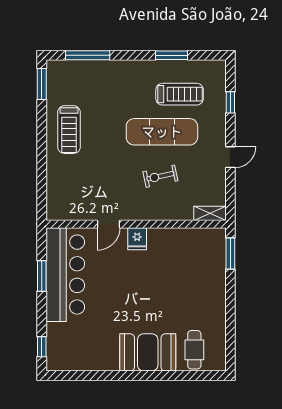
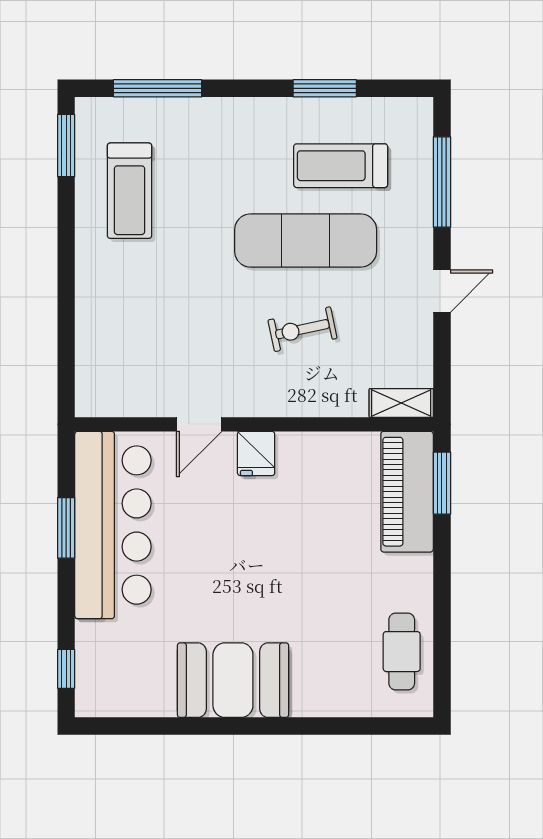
treadmill: (180, 94) -> (341, 166), turned 180
window: (230, 102) -> (442, 182), width x2.17
treadmill: (69, 130) -> (130, 191), moved
piano: (213, 258) -> (407, 492), added
cafe table: (194, 350) -> (402, 652), moved
booth: (148, 352) -> (233, 680), moved

